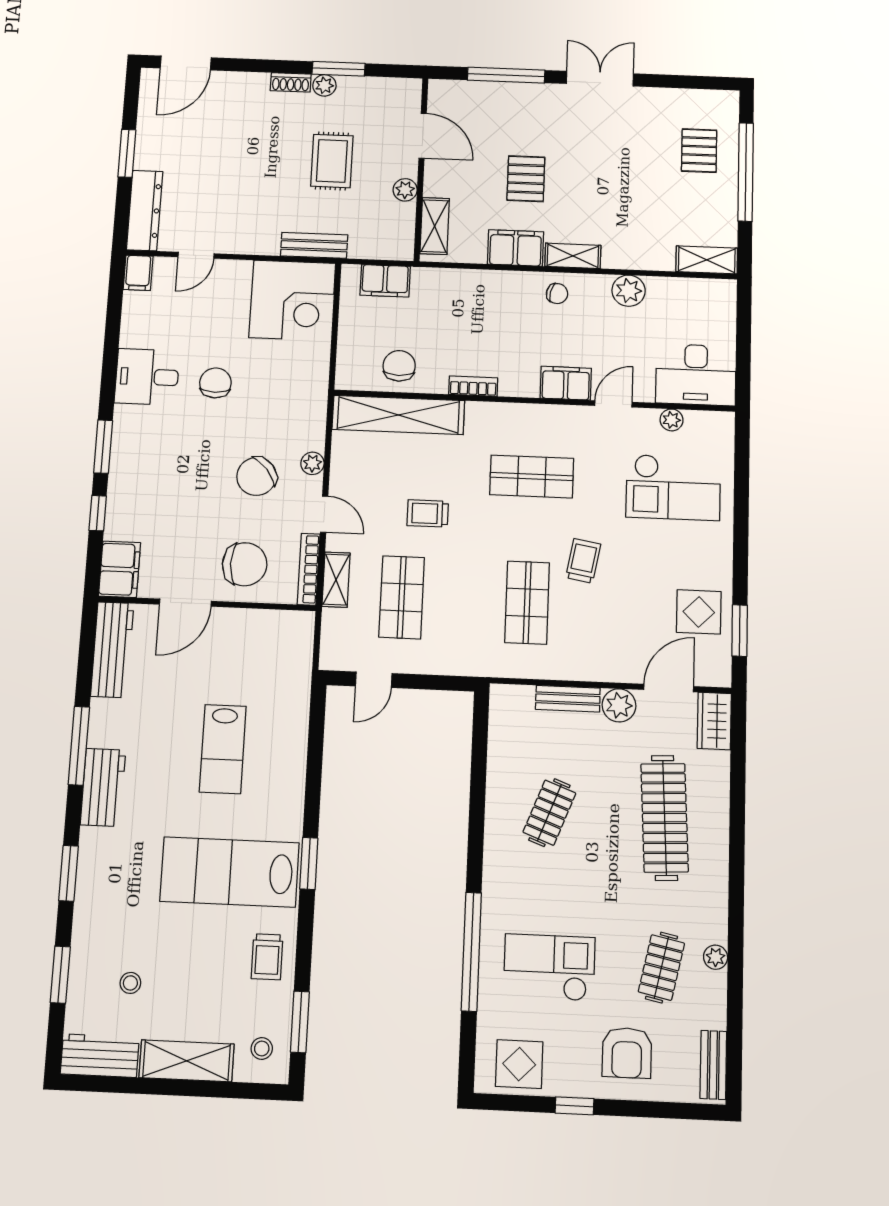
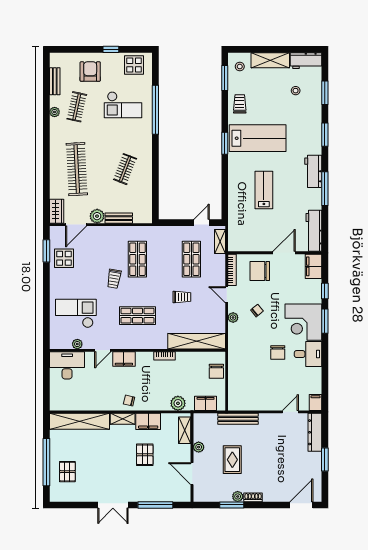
bench: (314, 245) -> (238, 419), width x1.36
shelving: (707, 260) -> (79, 421), width x2.20, depth x1.33
plant: (629, 291) -> (178, 403), moved
corner desk: (292, 300) -> (303, 322), moved, turned -90
chair: (399, 366) -> (216, 371), moved
chair: (257, 476) -> (257, 311), width x0.54, depth x0.54
shelving: (336, 580) -> (220, 241), moved
bench: (713, 1065) -> (55, 81), moved

